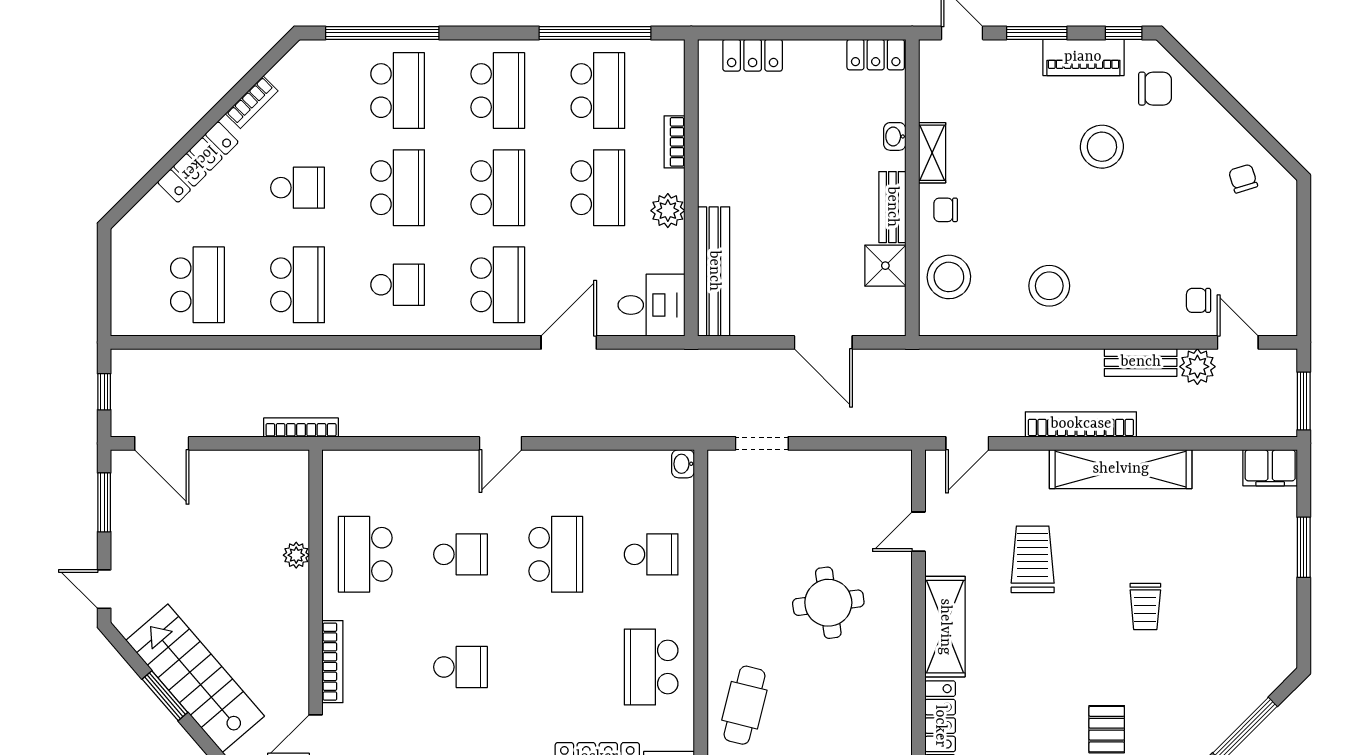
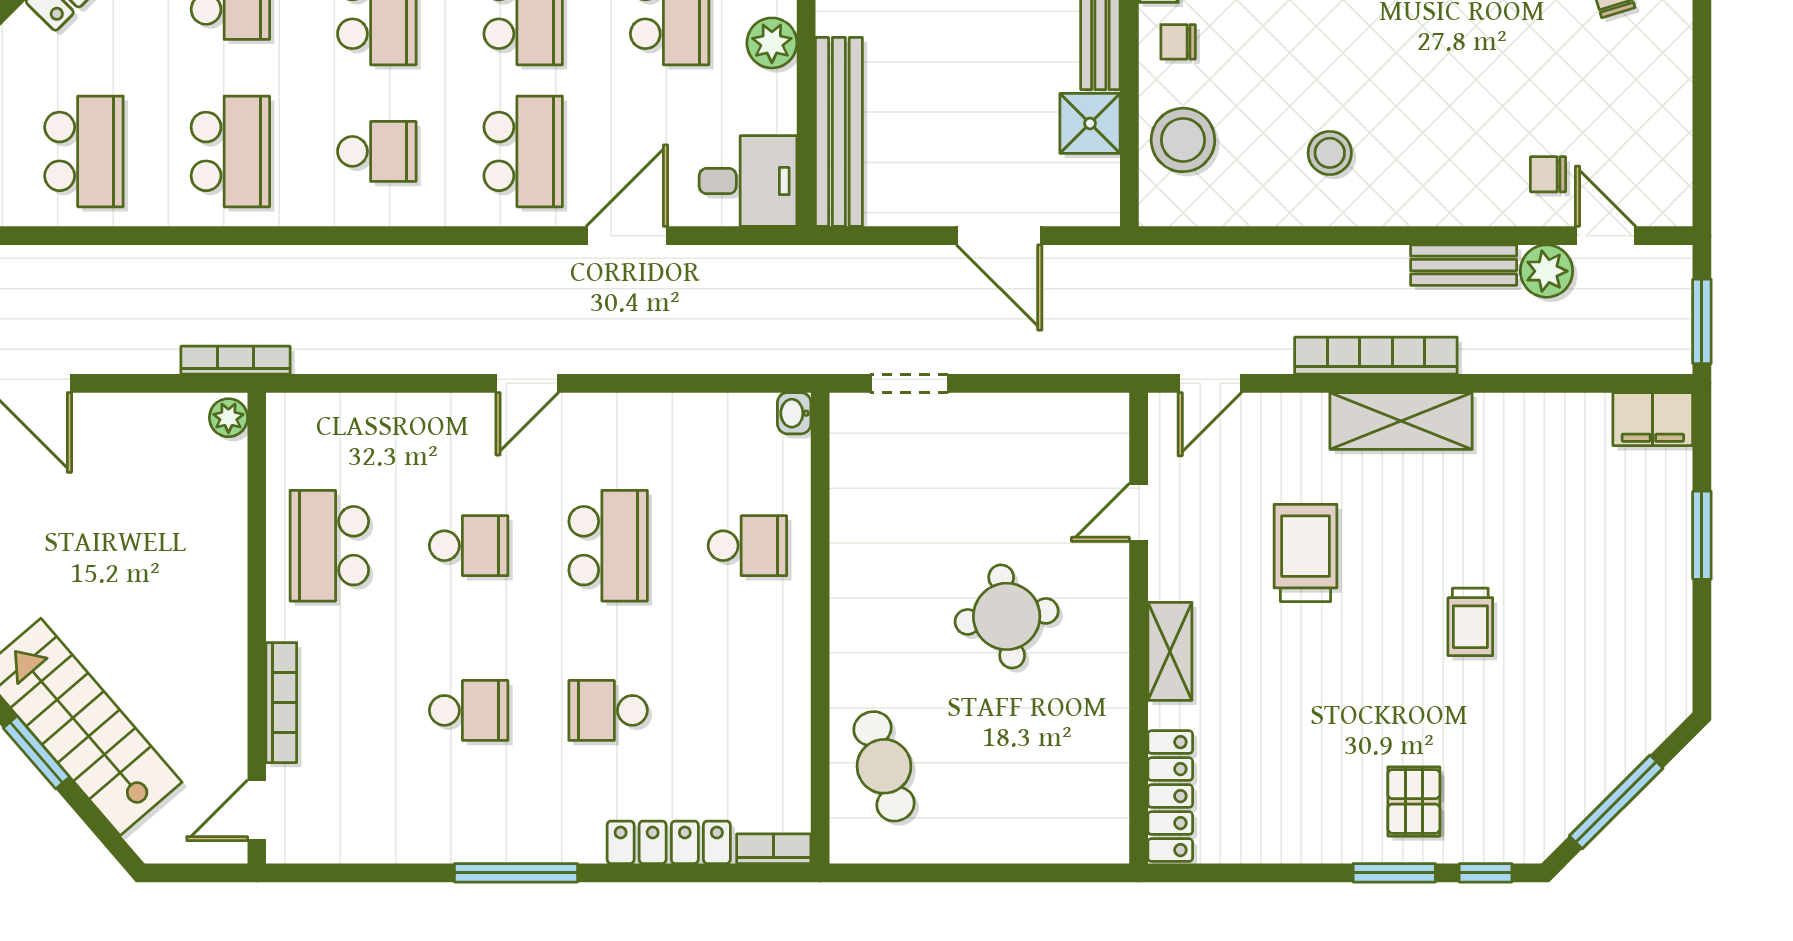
stool: (1049, 286) -> (1330, 153), width x0.73, depth x0.73
shelving: (1121, 469) -> (1401, 421), width x0.68
plant: (296, 555) -> (228, 418), moved
shelving: (945, 627) -> (1170, 651), width x0.67, depth x0.75
school desk: (651, 667) -> (608, 710), moved, width x0.54
cafe table: (744, 705) -> (884, 766), turned -31

